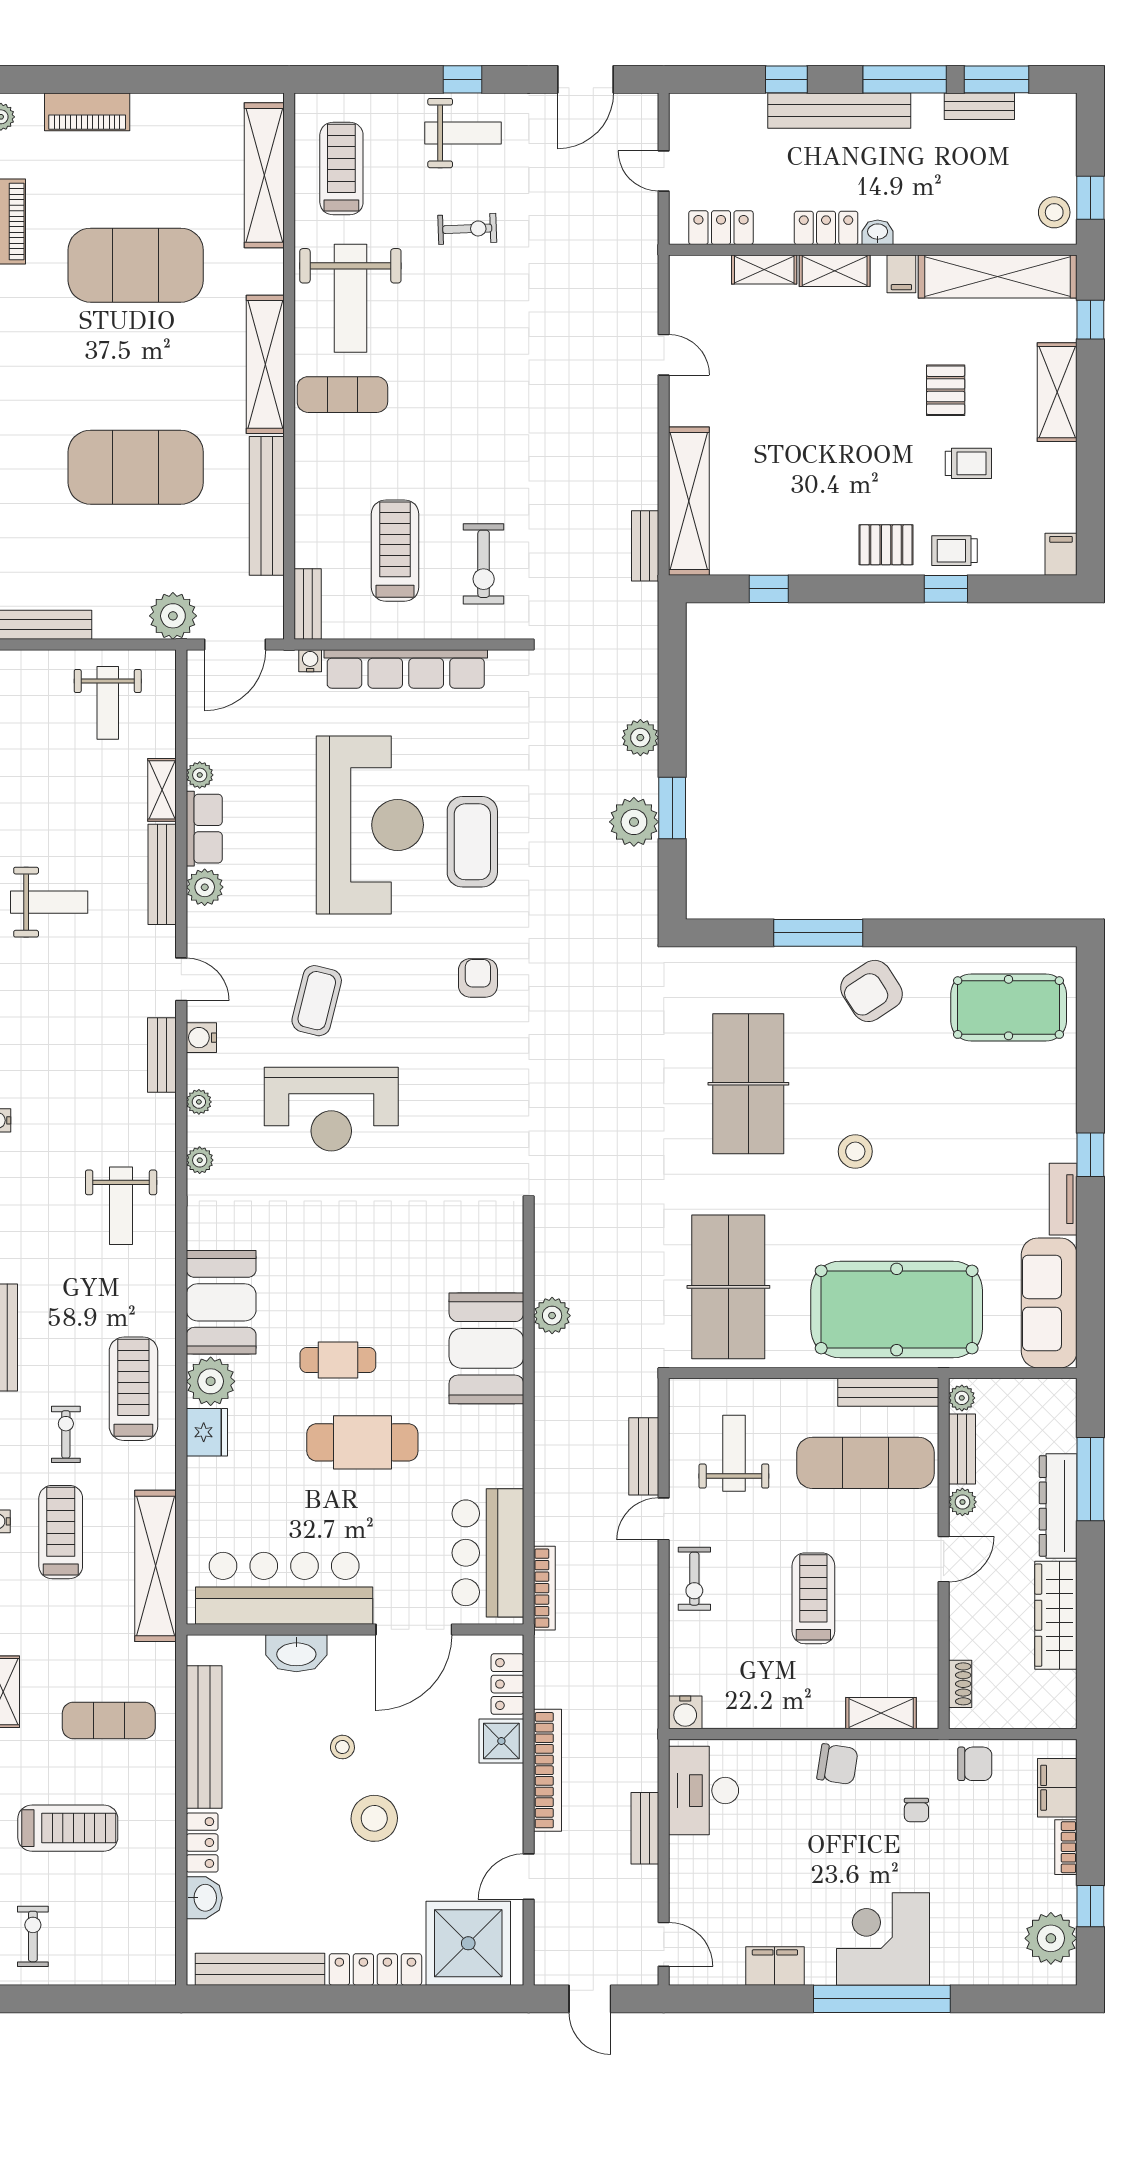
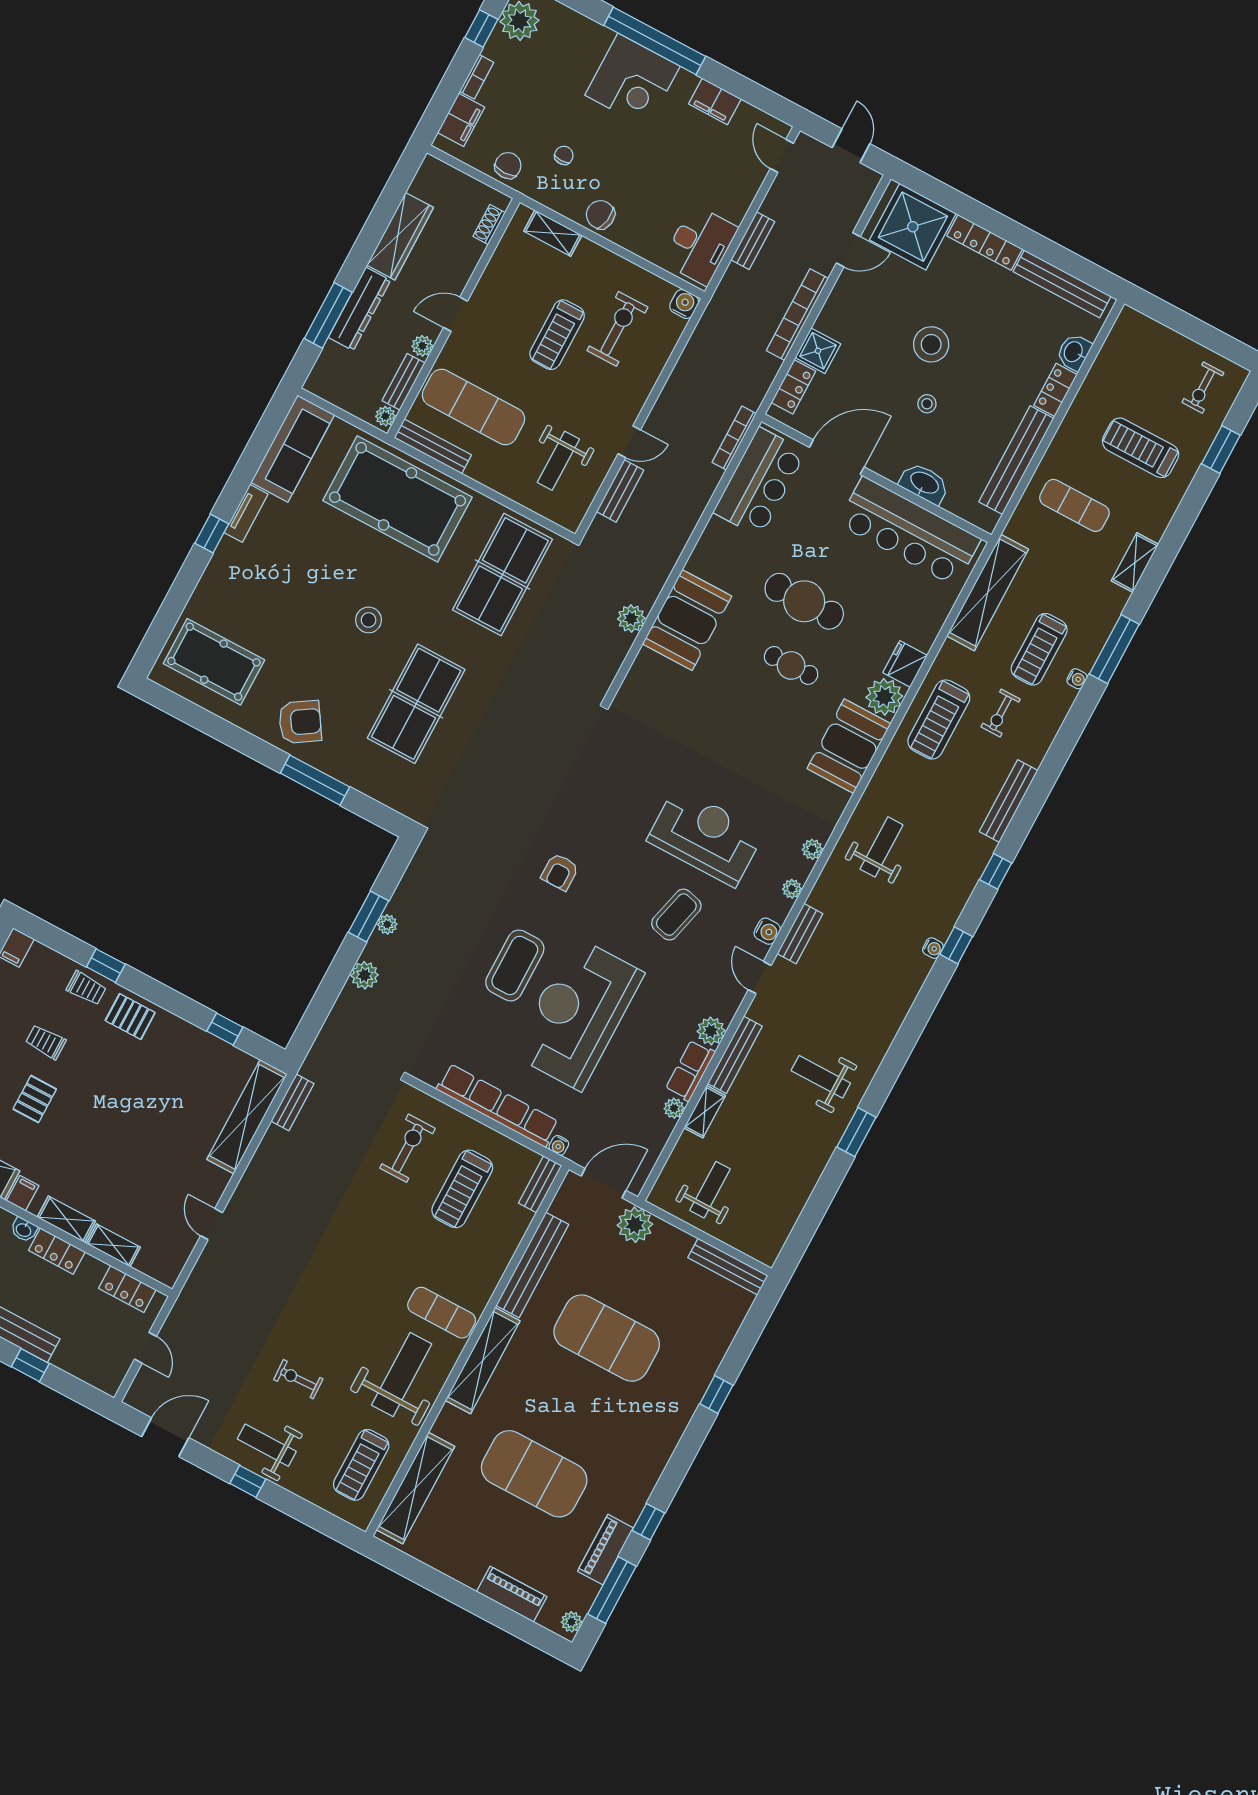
plant: (634, 822) -> (387, 924), width x0.53, depth x0.53
exercise bike: (694, 1579) -> (617, 329), moved, width x1.38, depth x1.39
chair: (975, 1764) -> (508, 166), turned 90

